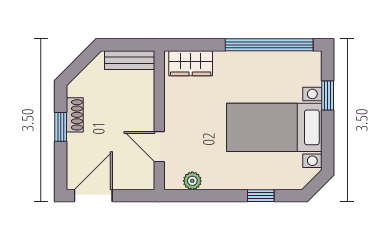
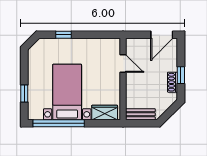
bed with nightstands: (274, 127) -> (67, 92), moved, turned -90
plant: (192, 181) -> (104, 43), removed

